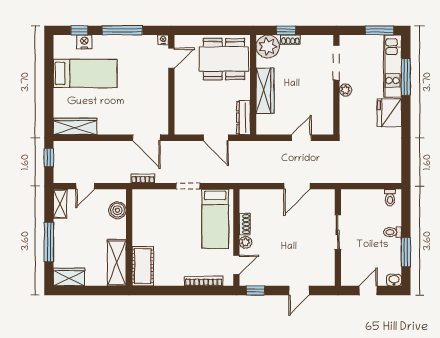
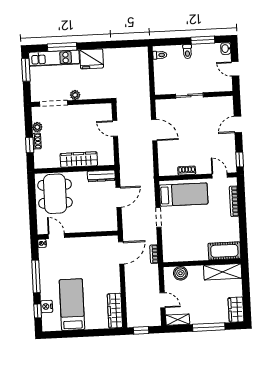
plant: (268, 46) -> (37, 127), moved, width x0.53, depth x0.53
plant: (246, 242) -> (201, 169), removed
door: (299, 291) -> (238, 124), swing flipped

